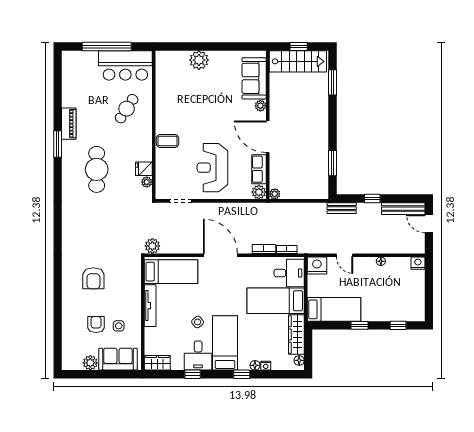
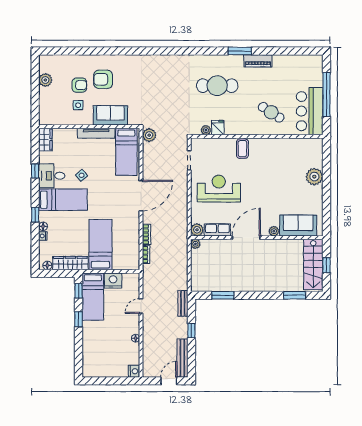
nightstand: (317, 265) -> (113, 281), moved, turned -90
desk: (289, 273) -> (125, 257), removed
armchair: (93, 278) -> (103, 79), moved
window: (398, 325) -> (79, 291), moved
sofa: (118, 359) -> (110, 115), moved, turned -90

